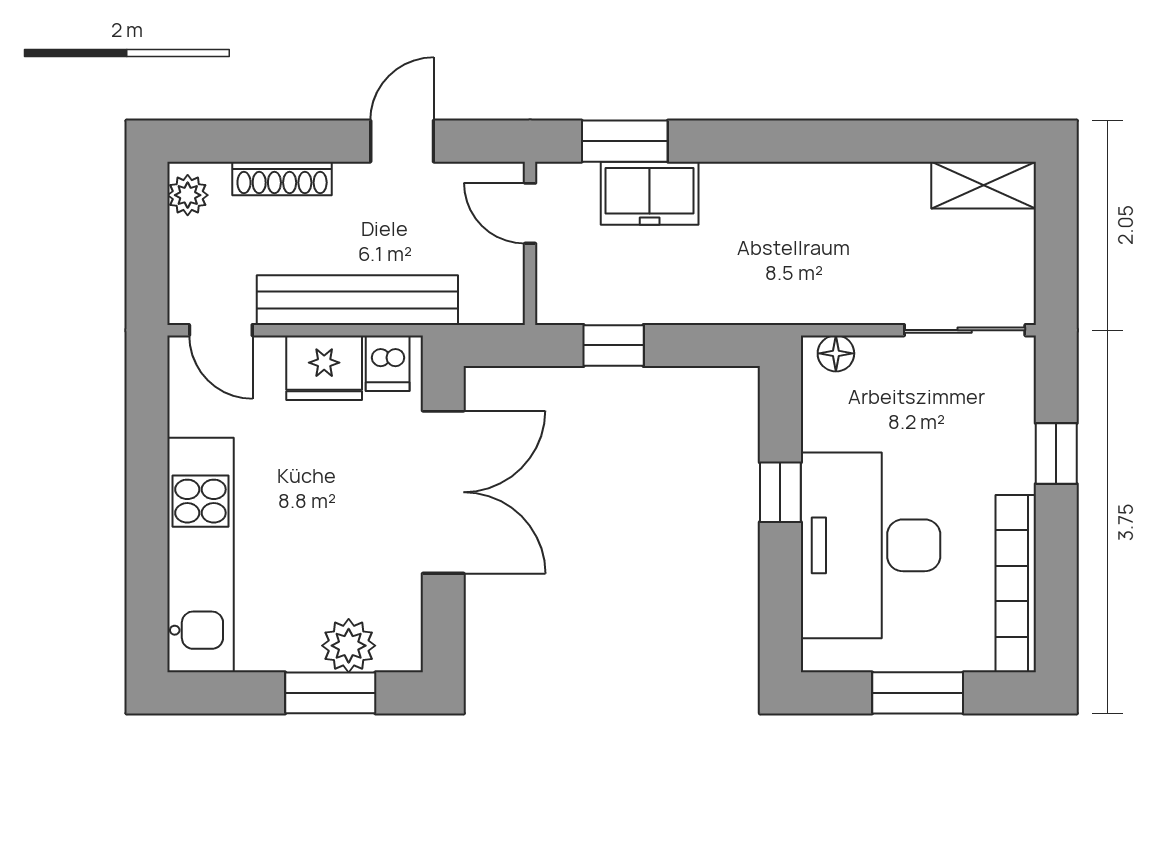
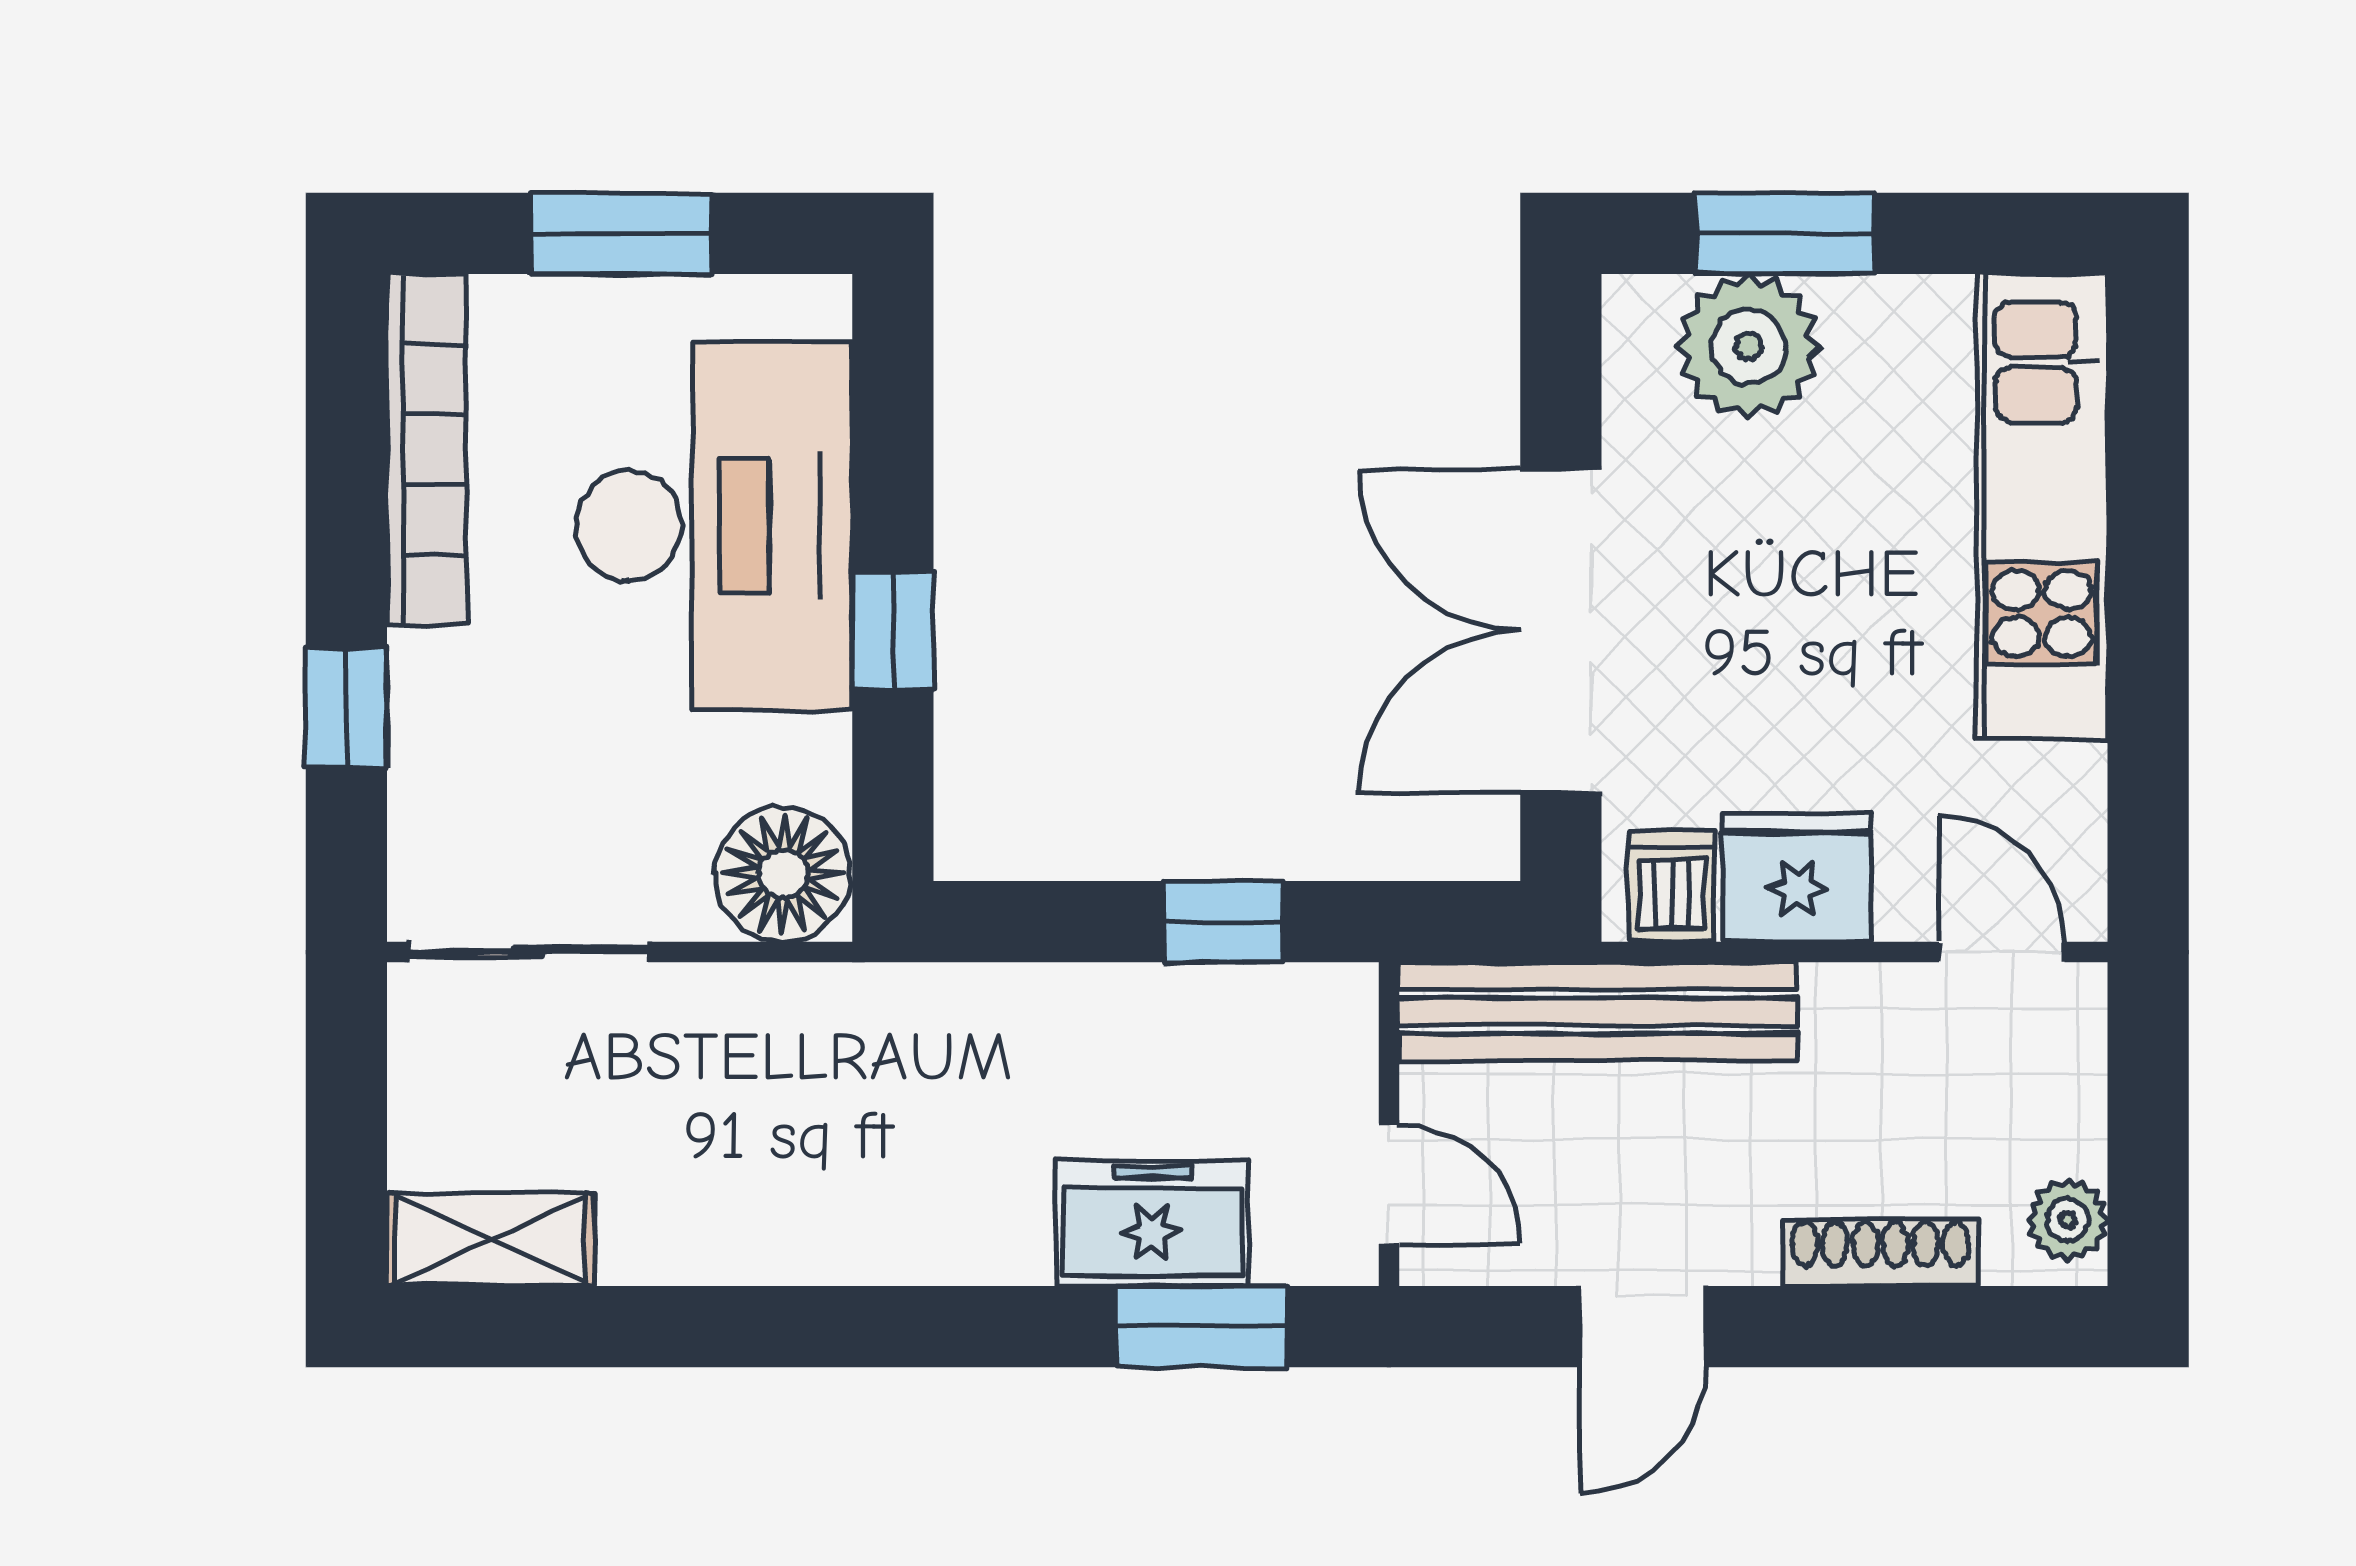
bench: (357, 300) -> (1598, 1012), moved
floor lamp: (836, 353) -> (783, 874), width x1.89, depth x1.89
plant: (349, 646) -> (1748, 346), width x1.36, depth x1.36

